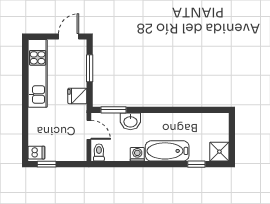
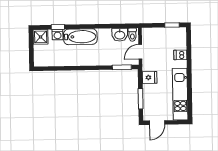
washbasin: (130, 121) -> (120, 35), moved, turned 180
door: (89, 130) -> (140, 52), hinge flipped
dishwasher: (36, 153) -> (180, 55), moved
washing machine: (137, 154) -> (58, 35), moved

